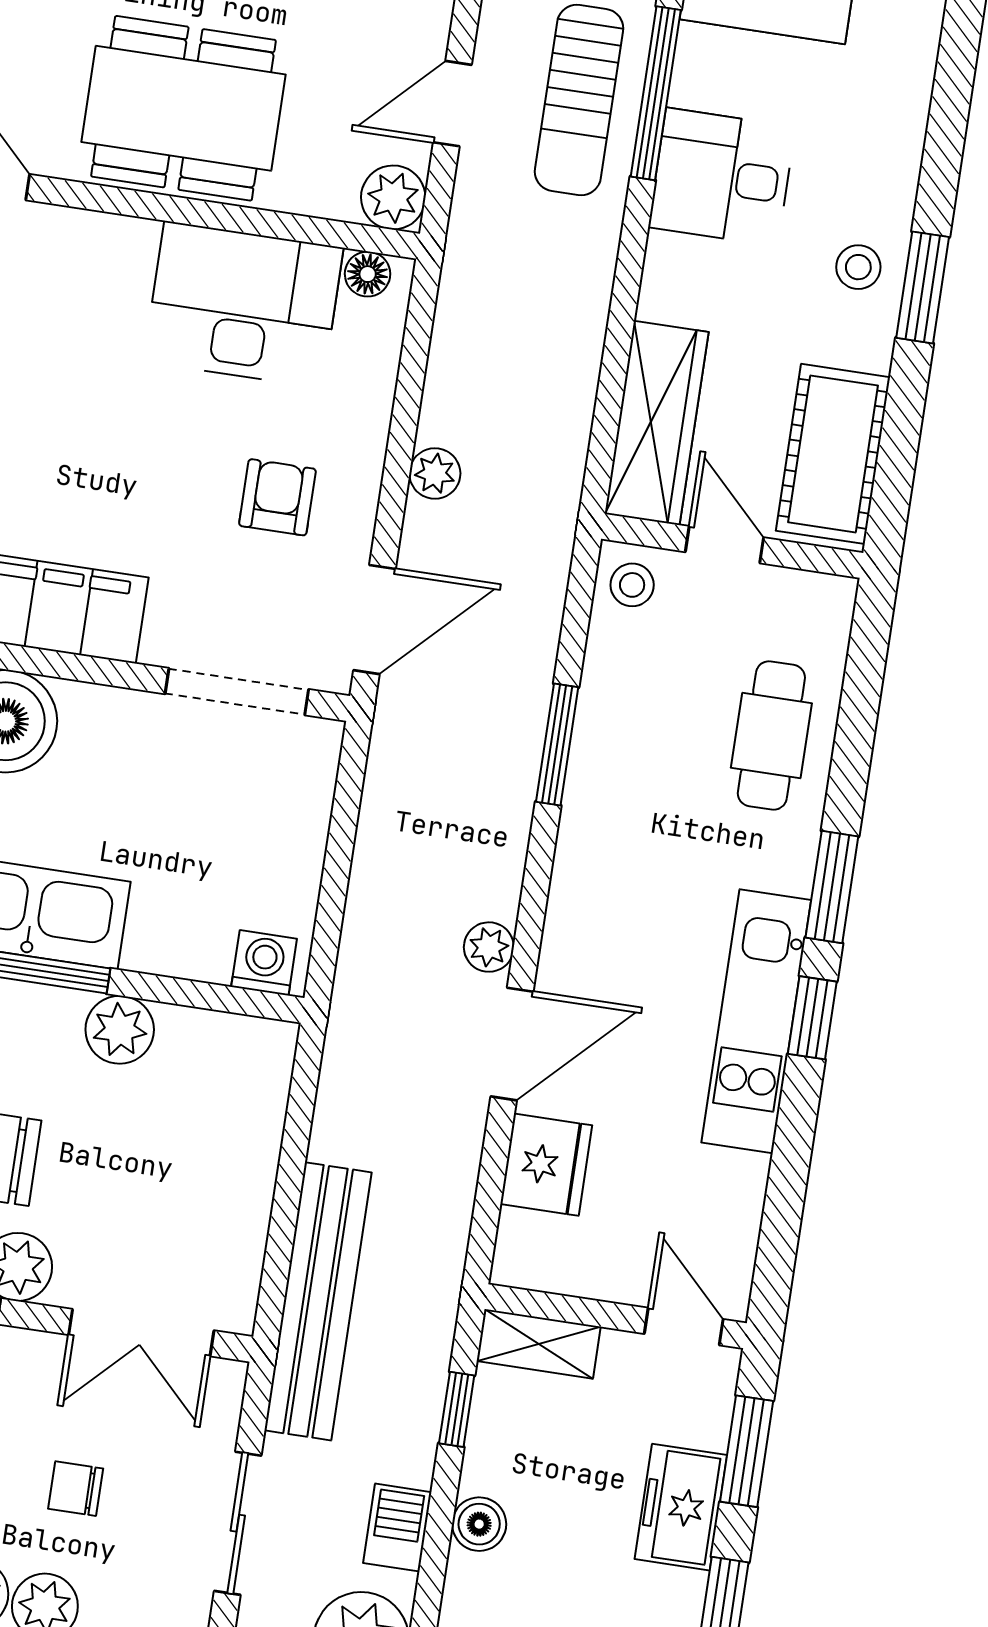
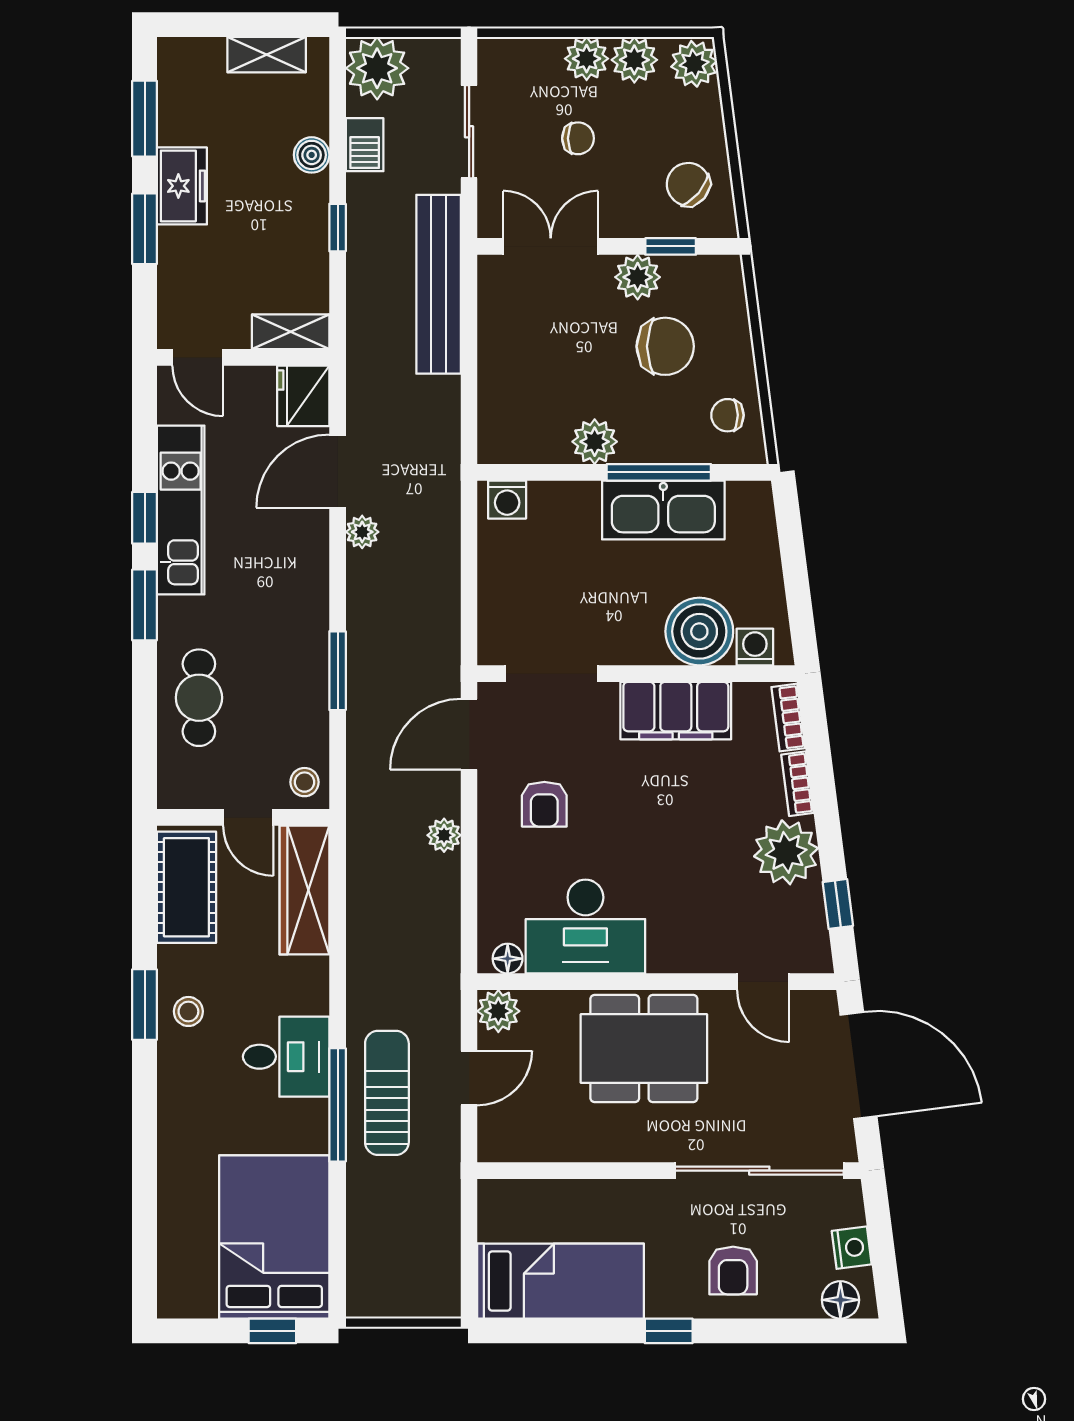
wall: (616, 1316) -> (243, 357), moved
door: (684, 1326) -> (198, 357), moved
shelving: (539, 1344) -> (291, 332), moved

